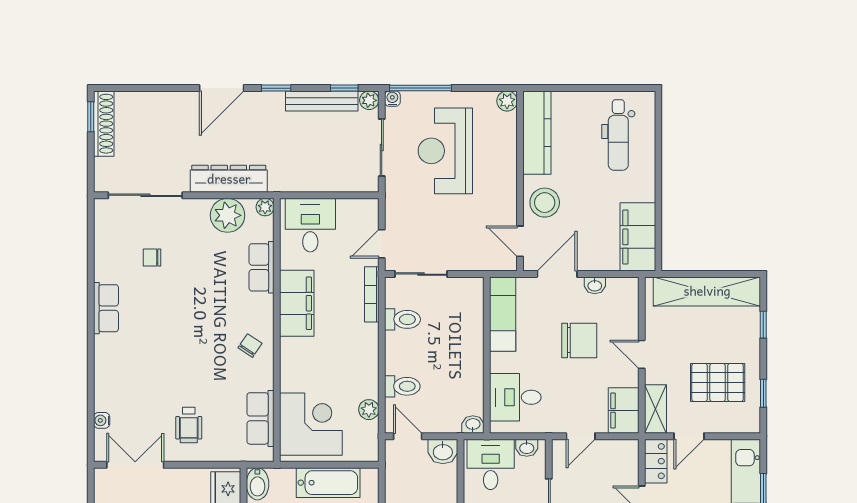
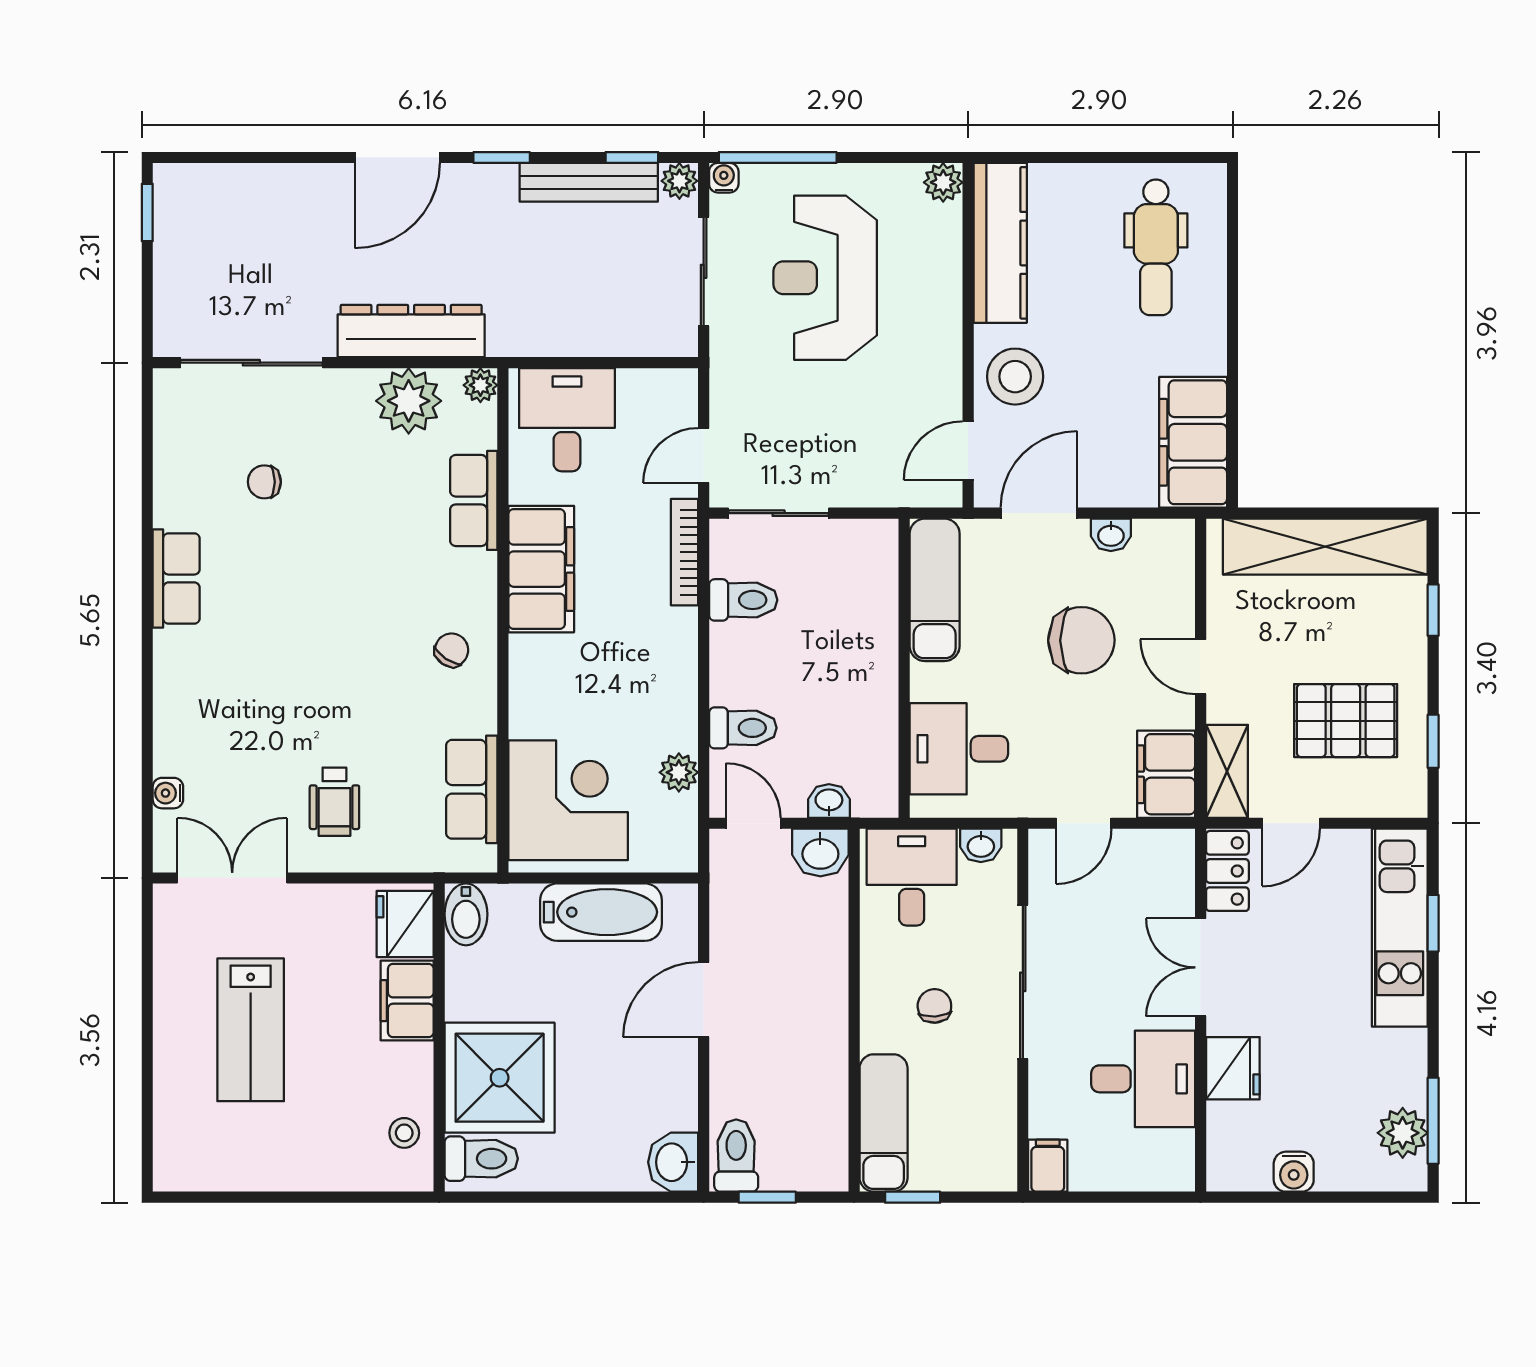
shoe rack: (104, 124) -> (172, 226), removed
door: (520, 241) -> (968, 451), hinge flipped
washbasin: (473, 424) -> (829, 801), moved

